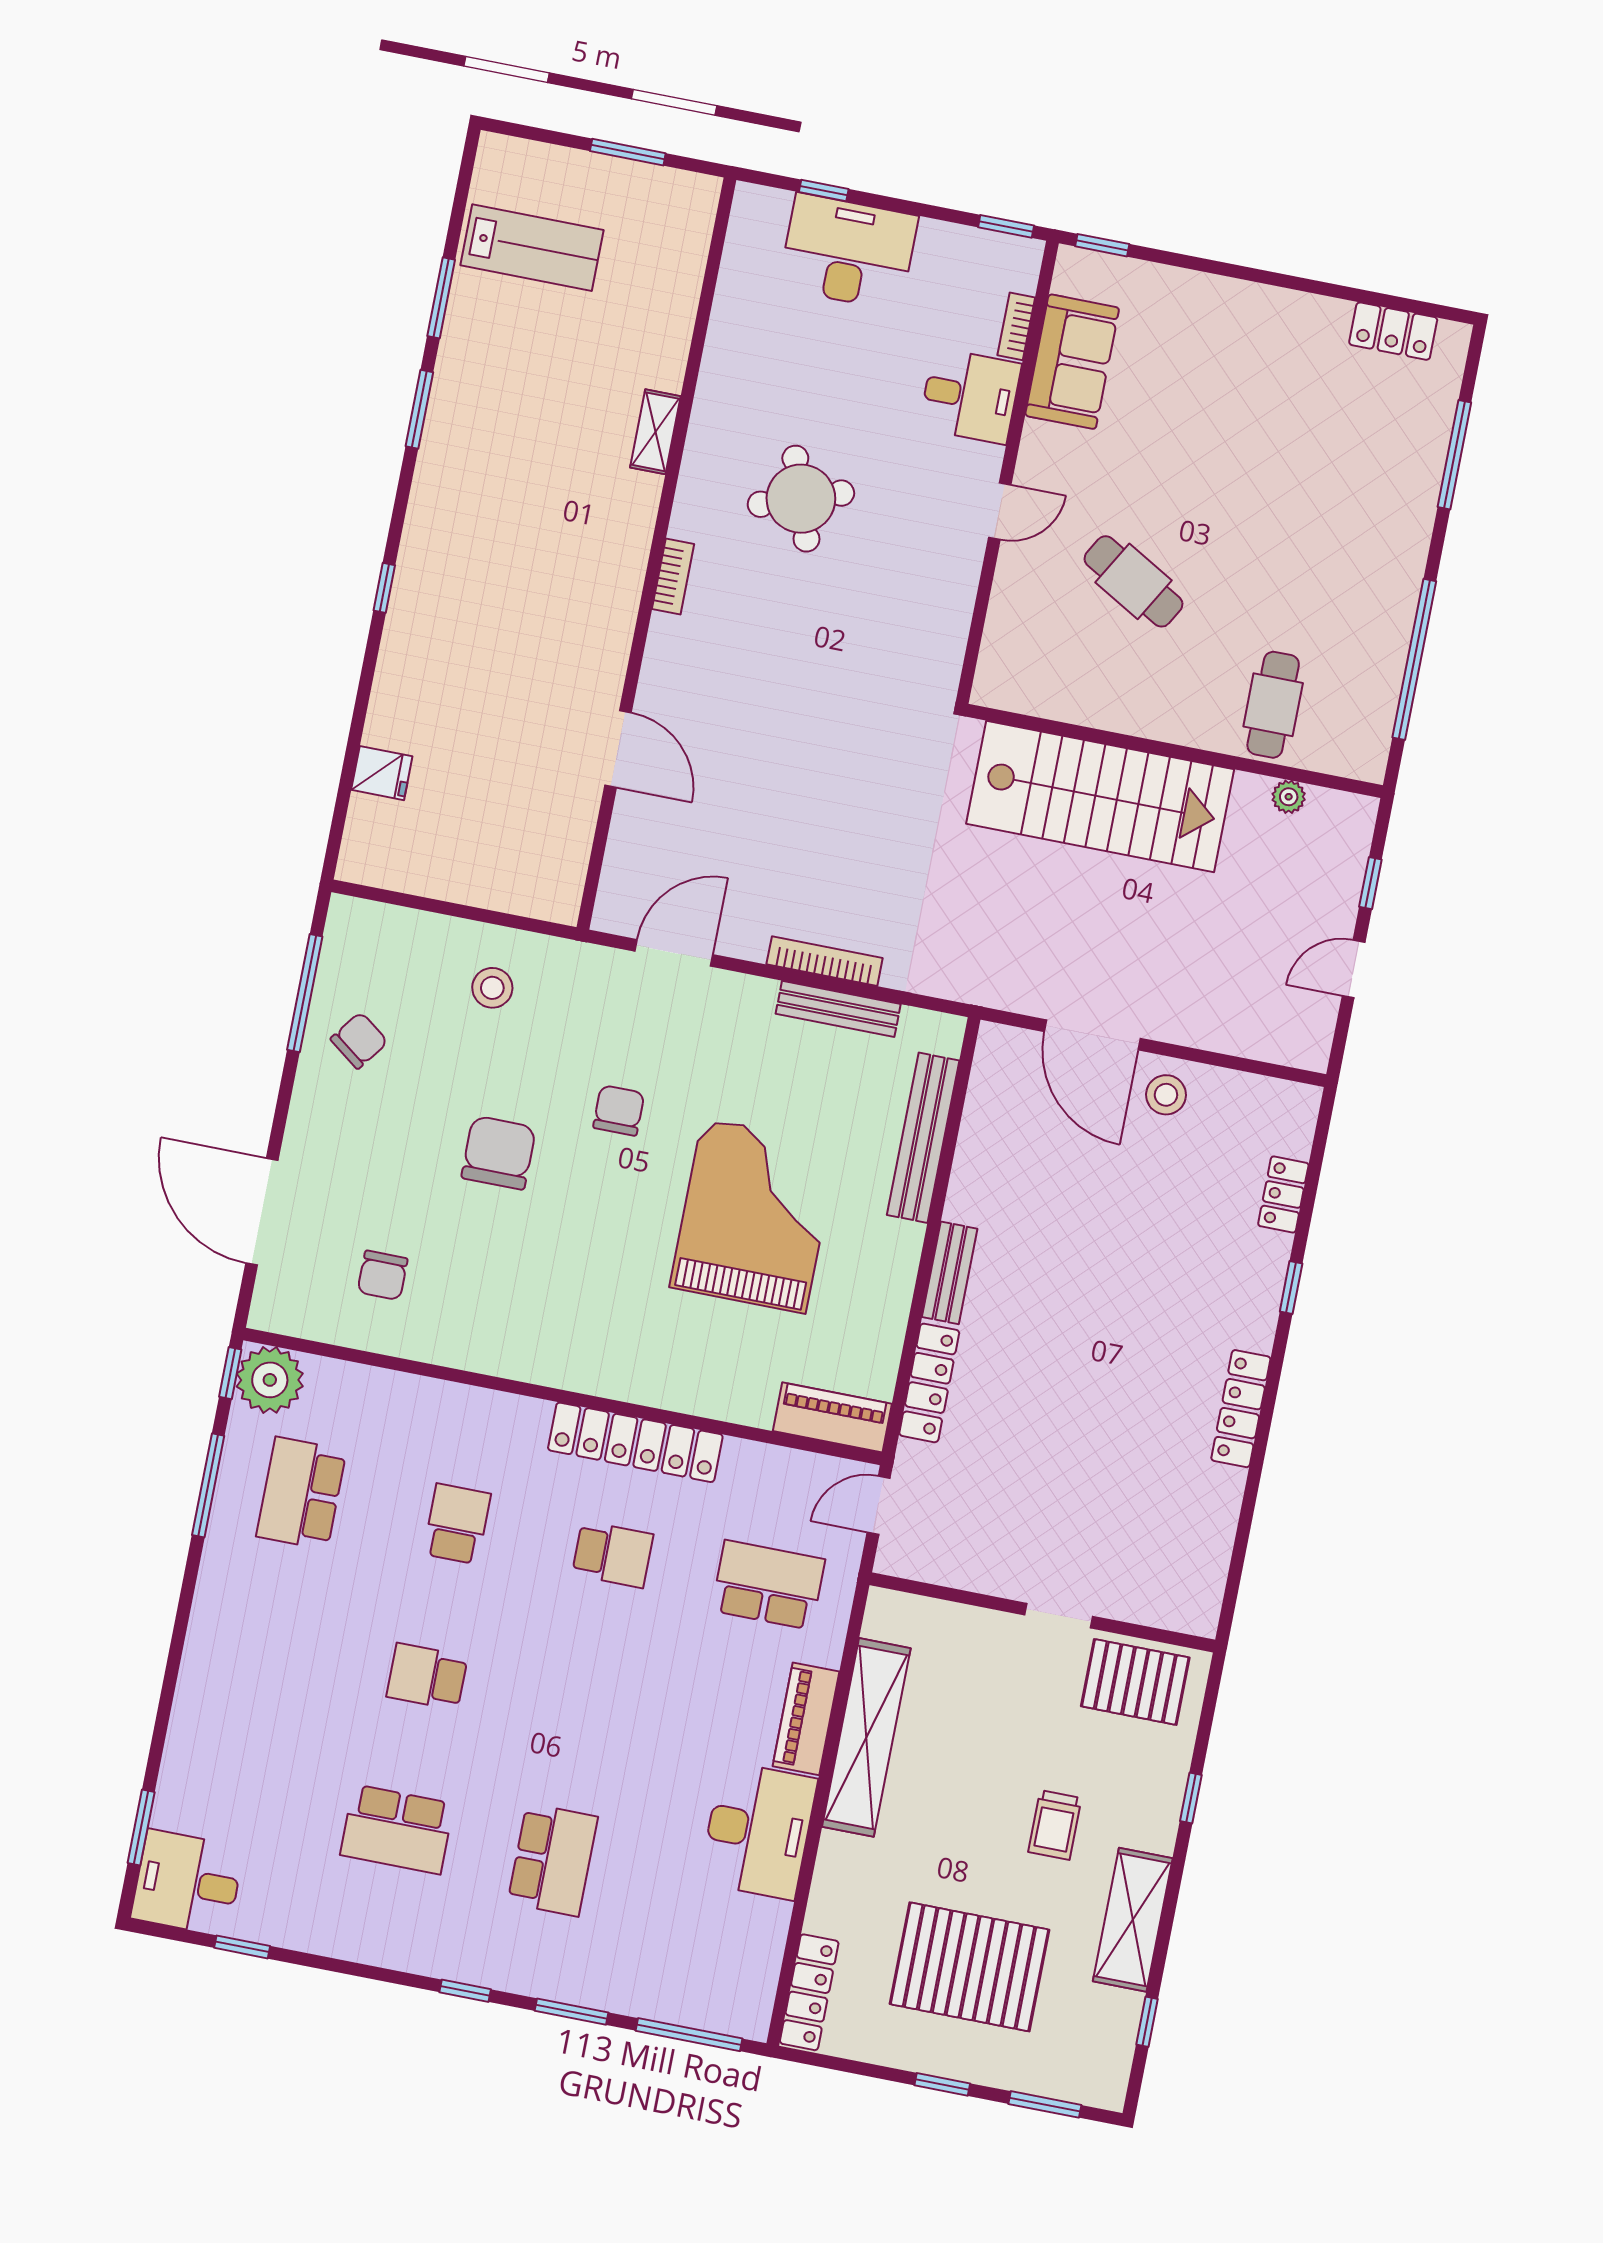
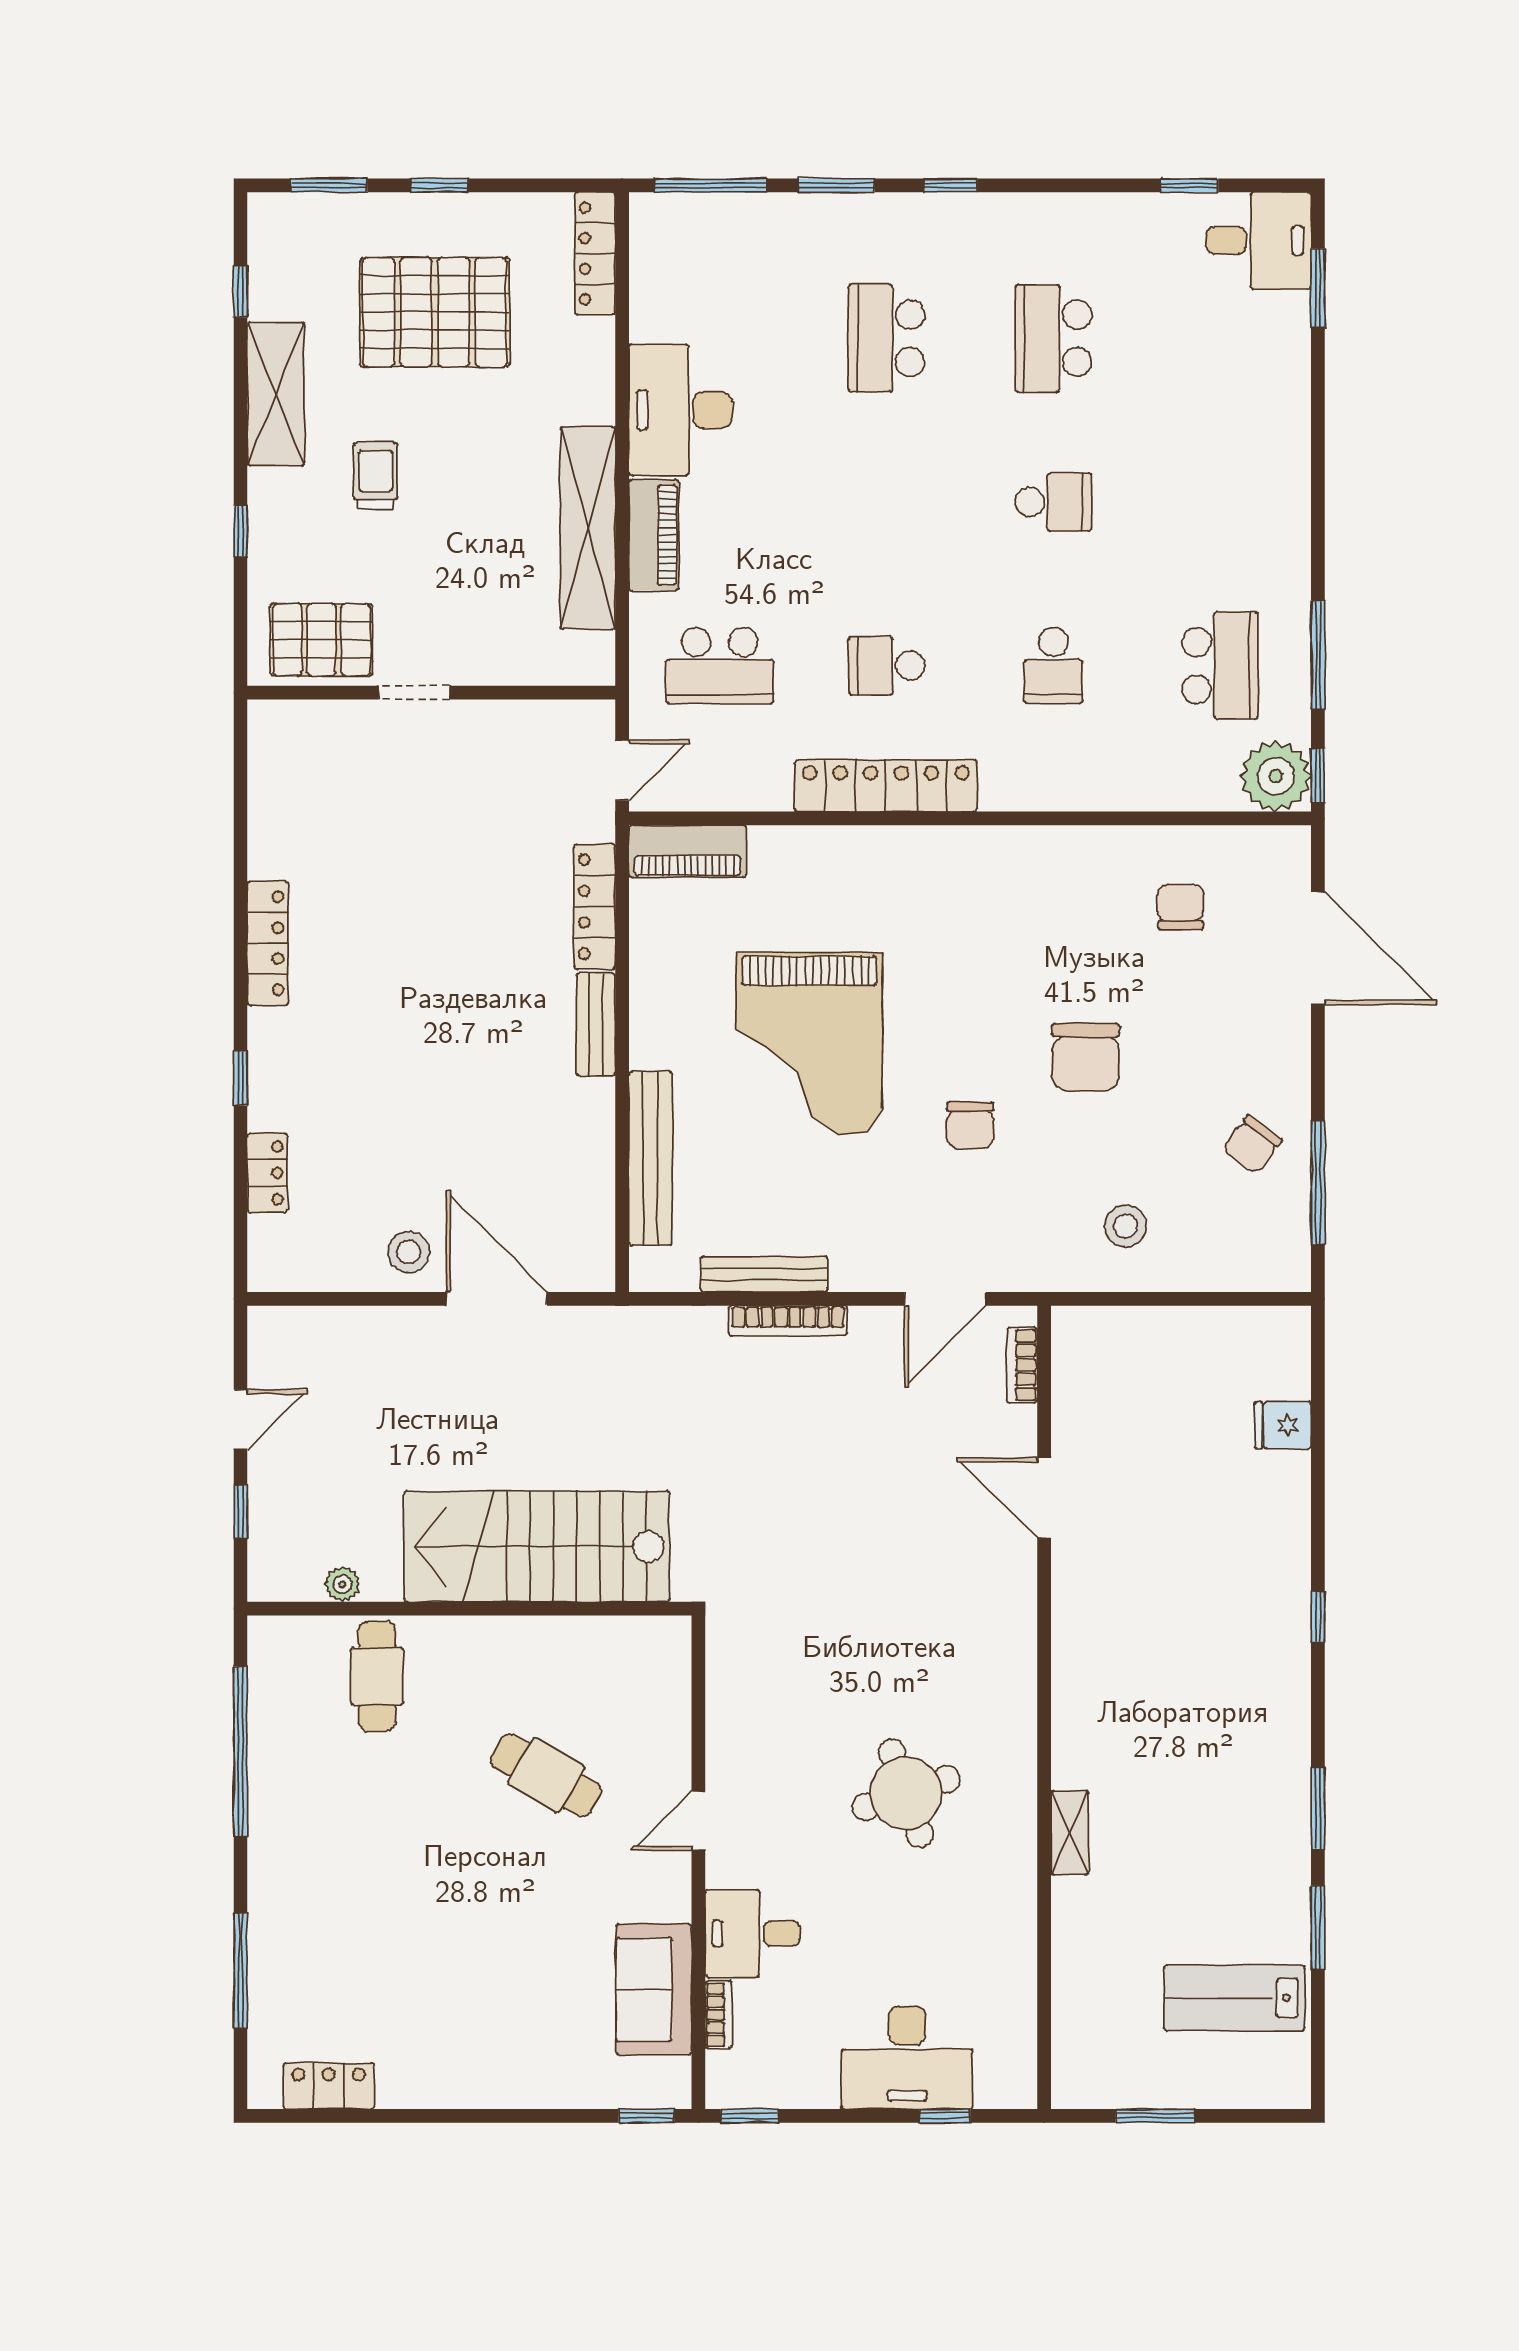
bookcase: (673, 577) -> (1022, 1365), moved
school desk: (397, 1829) -> (1053, 338), turned -90

